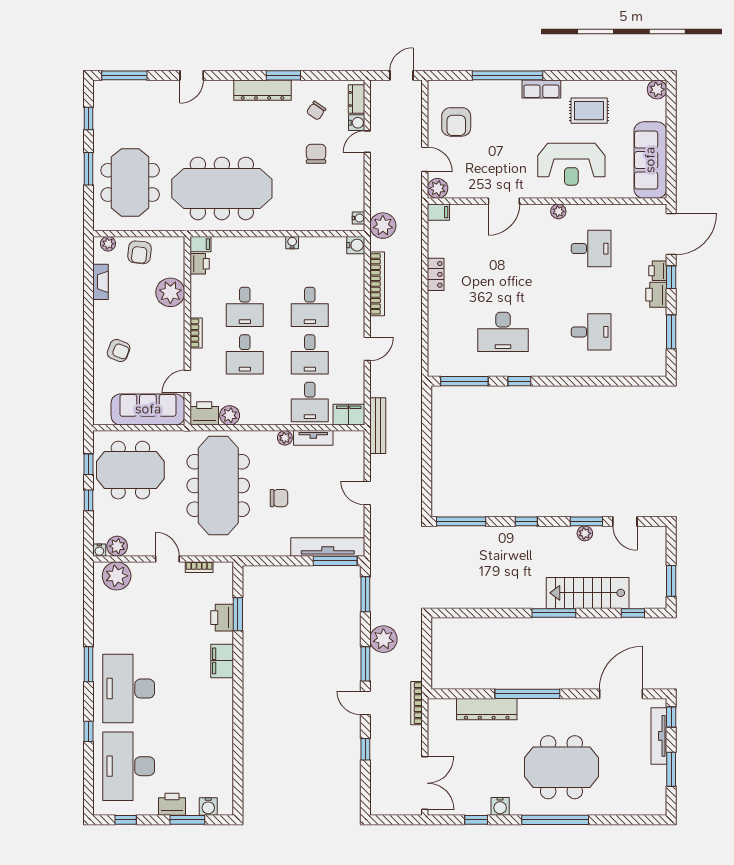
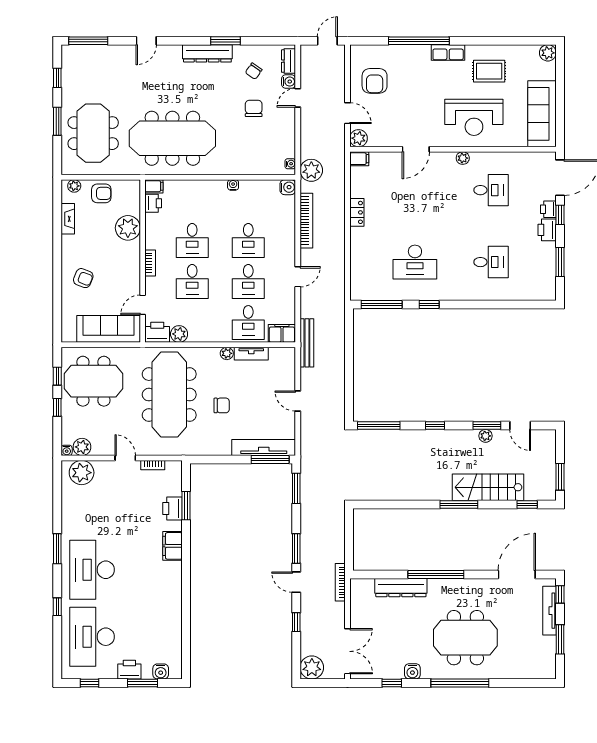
armchair: (139, 252) -> (101, 193), turned -96
plant: (383, 639) -> (312, 667), moved

